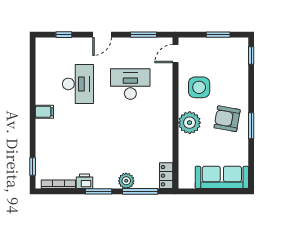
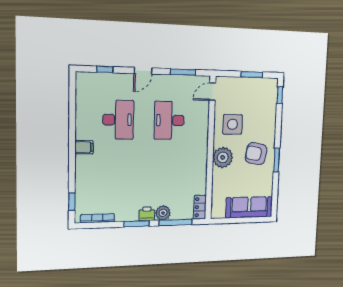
desk: (130, 84) -> (169, 120), turned -90
printer: (85, 181) -> (147, 214), moved

